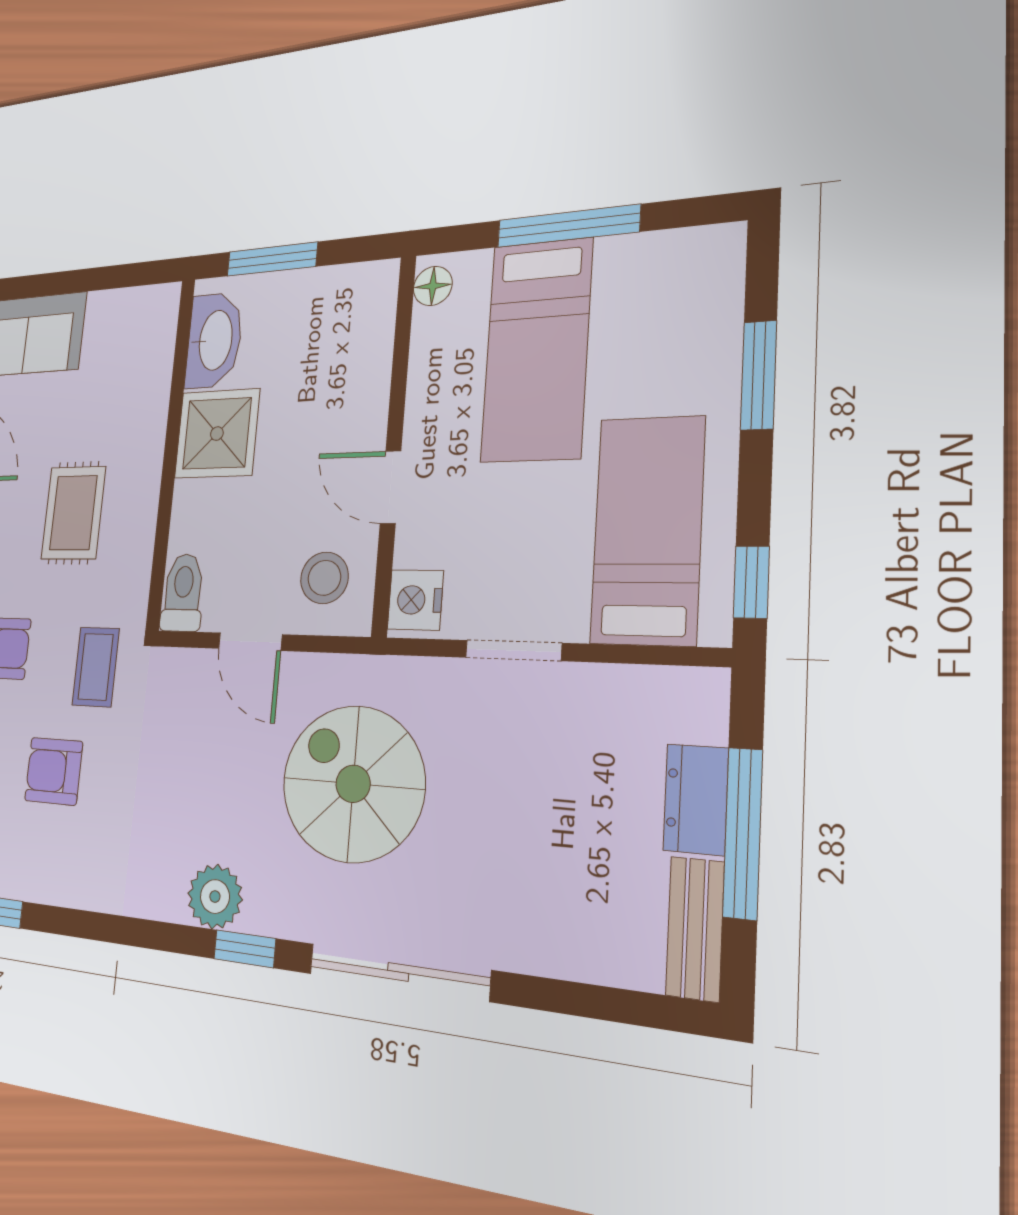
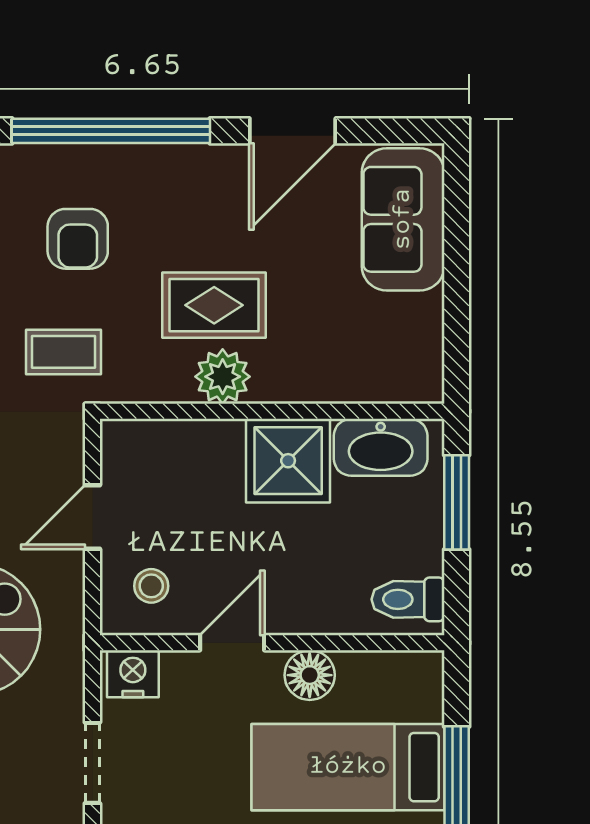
floor lamp: (433, 286) -> (310, 675), moved, width x1.37, depth x1.37
plant: (135, 503) -> (223, 377), added
stool: (324, 578) -> (151, 586), width x0.73, depth x0.73
toilet: (183, 593) -> (408, 599), moved, turned 180

